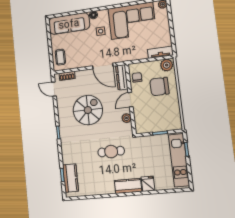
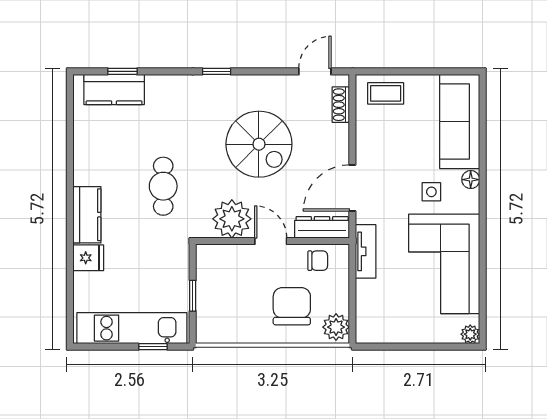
tv unit: (160, 52) -> (366, 251), moved
plant: (126, 118) -> (232, 219), width x1.87, depth x1.87

